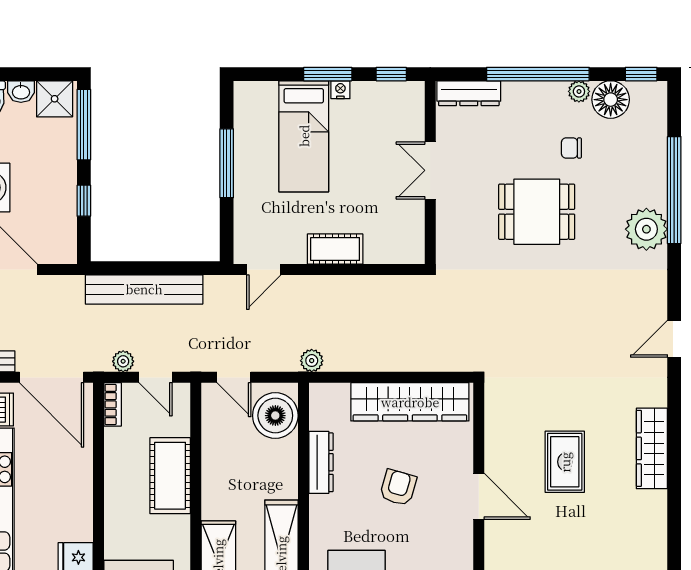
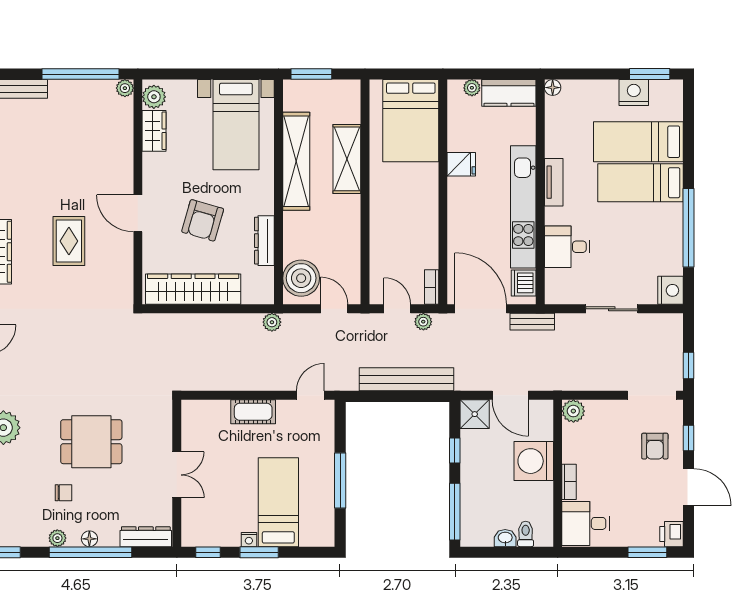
shower: (55, 99) -> (475, 414), moved
floor lamp: (611, 100) -> (89, 539), moved, width x0.53, depth x0.53
cot: (170, 476) -> (386, 230), removed
armchair: (398, 488) -> (203, 220), width x1.38, depth x1.38

